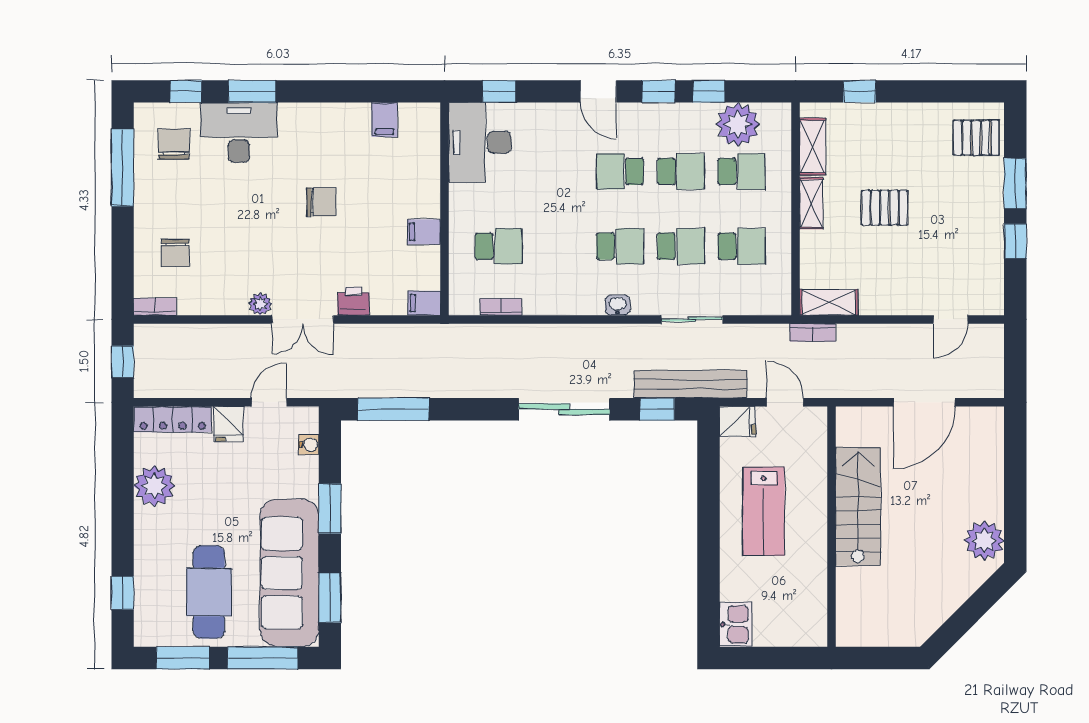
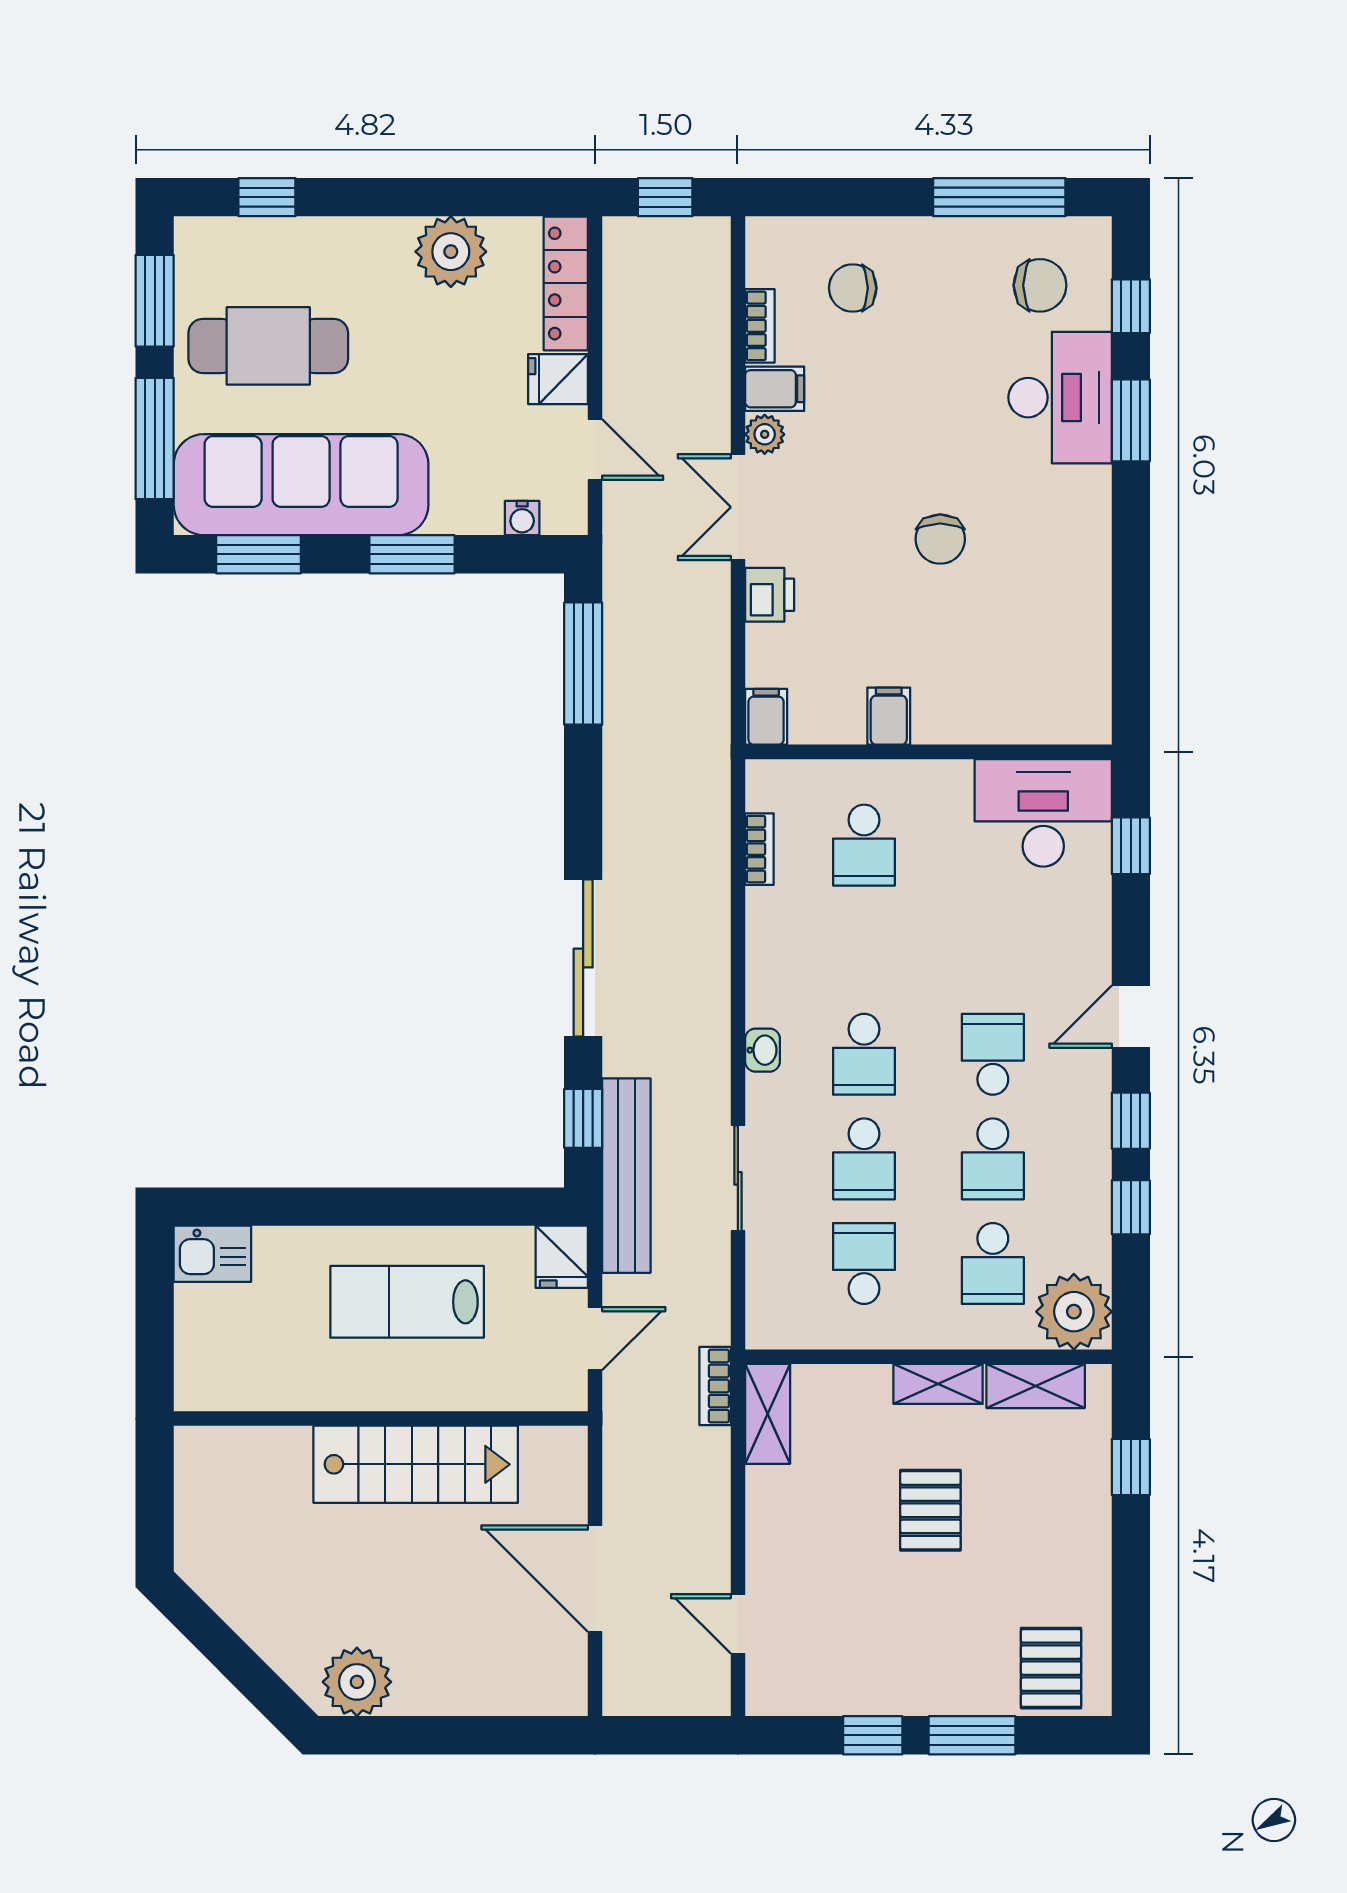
filing cabinet: (385, 120) -> (775, 389), moved, turned 180
plant: (738, 124) -> (1074, 1312), moved
school desk: (741, 246) -> (864, 1263), turned 180
bookcase: (155, 307) -> (760, 326), moved

